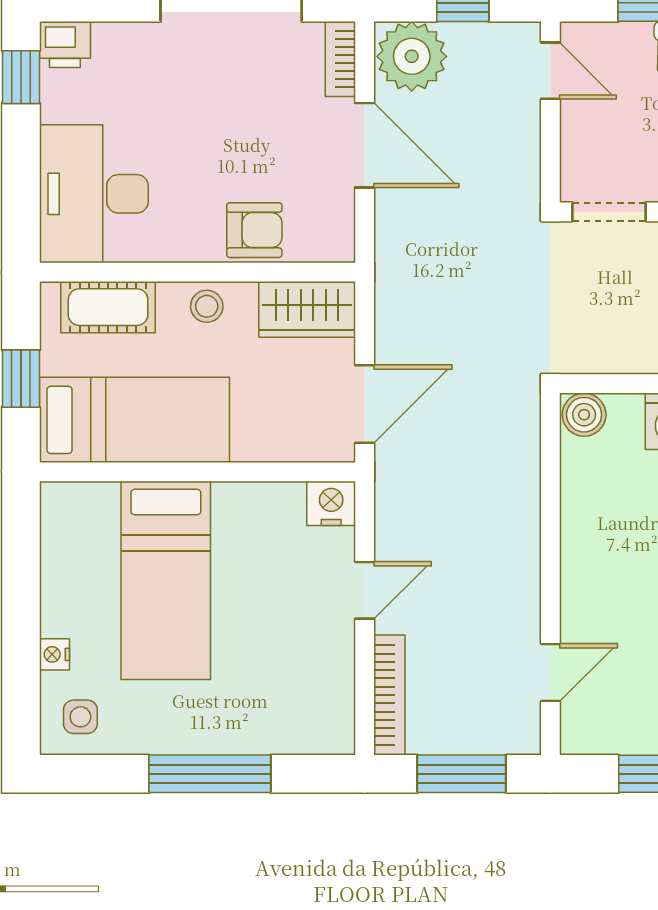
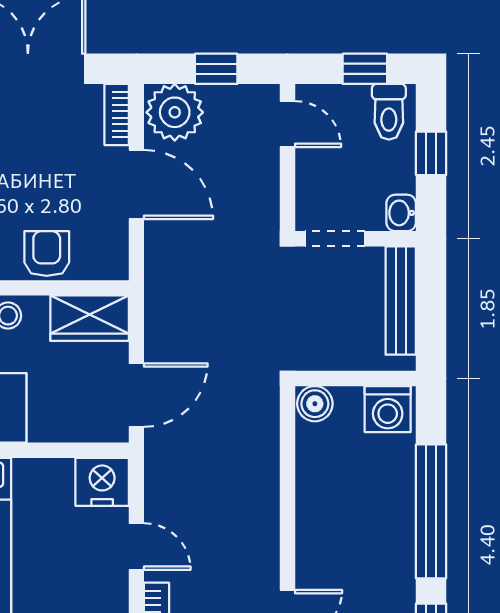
armchair: (254, 230) -> (47, 254), turned -90
nightstand: (331, 503) -> (102, 482), width x1.36, depth x1.33
door: (365, 590) -> (136, 546), hinge flipped

